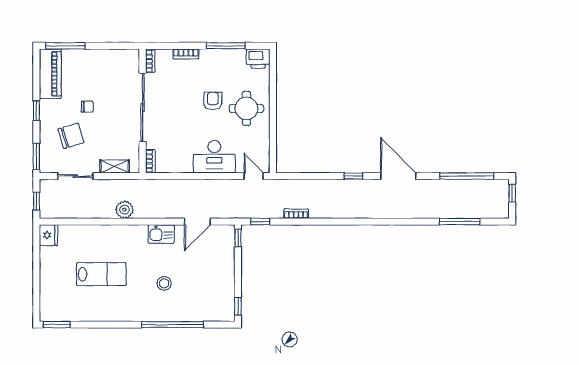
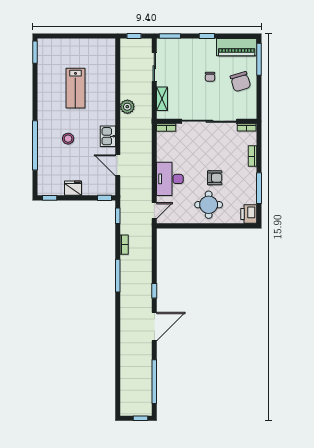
chair: (71, 136) -> (240, 82), moved
window: (459, 222) -> (118, 276), moved
fridge: (48, 235) -> (73, 188), moved, turned 180

